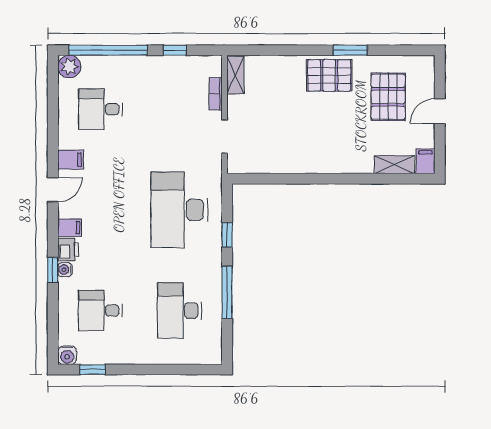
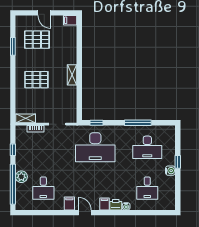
window: (350, 50) -> (13, 46), moved
plant: (69, 67) -> (21, 177), moved
pallet: (329, 75) -> (36, 80), moved, turned 90
shelving: (394, 165) -> (72, 75), moved
window: (227, 235) -> (96, 123), moved
window: (53, 270) -> (126, 213), removed
water cooler: (67, 355) -> (170, 171), moved
window: (93, 370) -> (178, 162), moved

